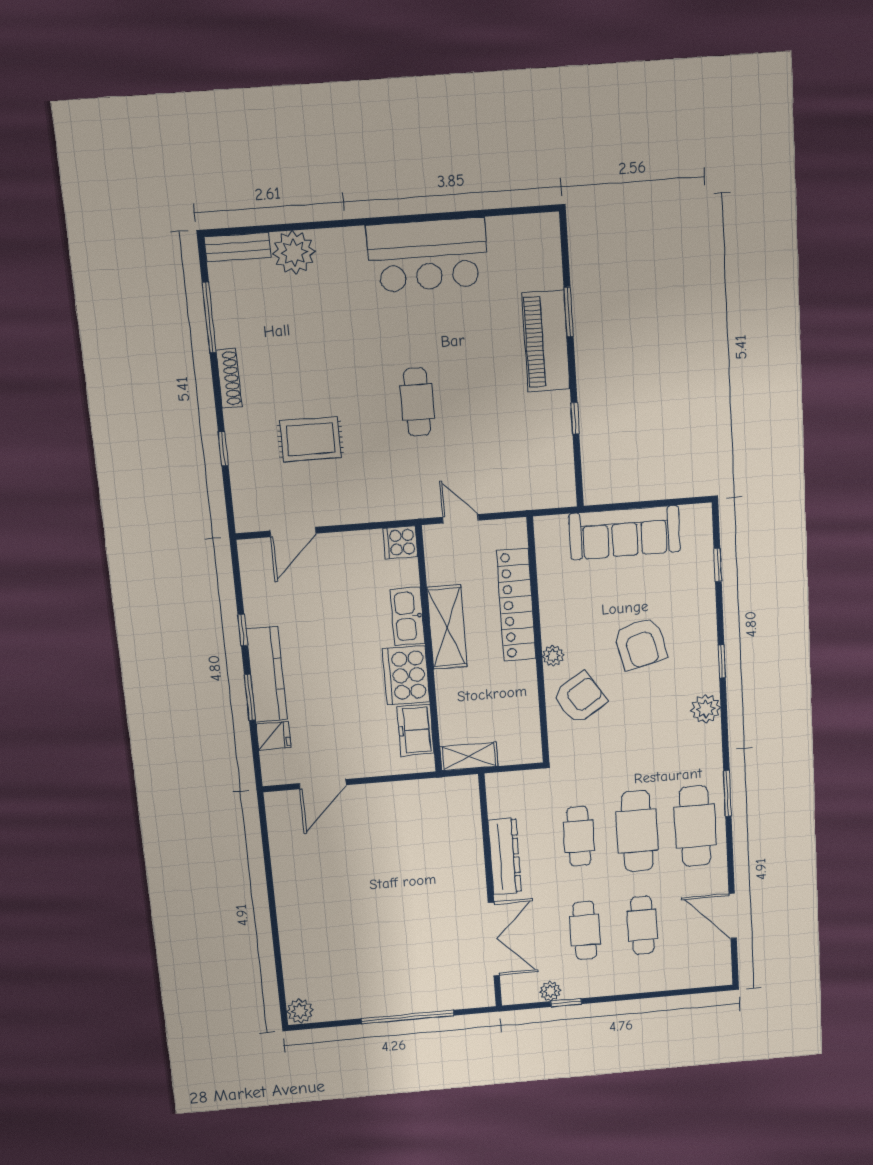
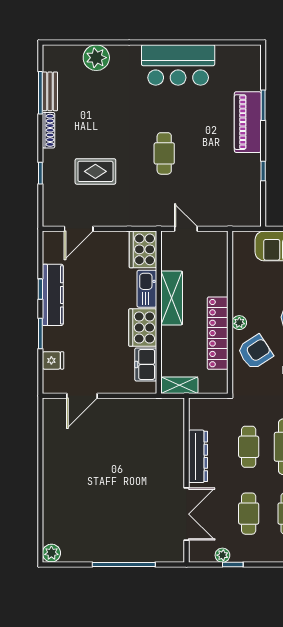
bench: (238, 247) -> (50, 91), moved, turned 90
cooker: (400, 542) -> (143, 249), width x1.87, depth x1.31
locker: (516, 605) -> (218, 333), moved
kitchen counter: (267, 675) -> (53, 295), moved

